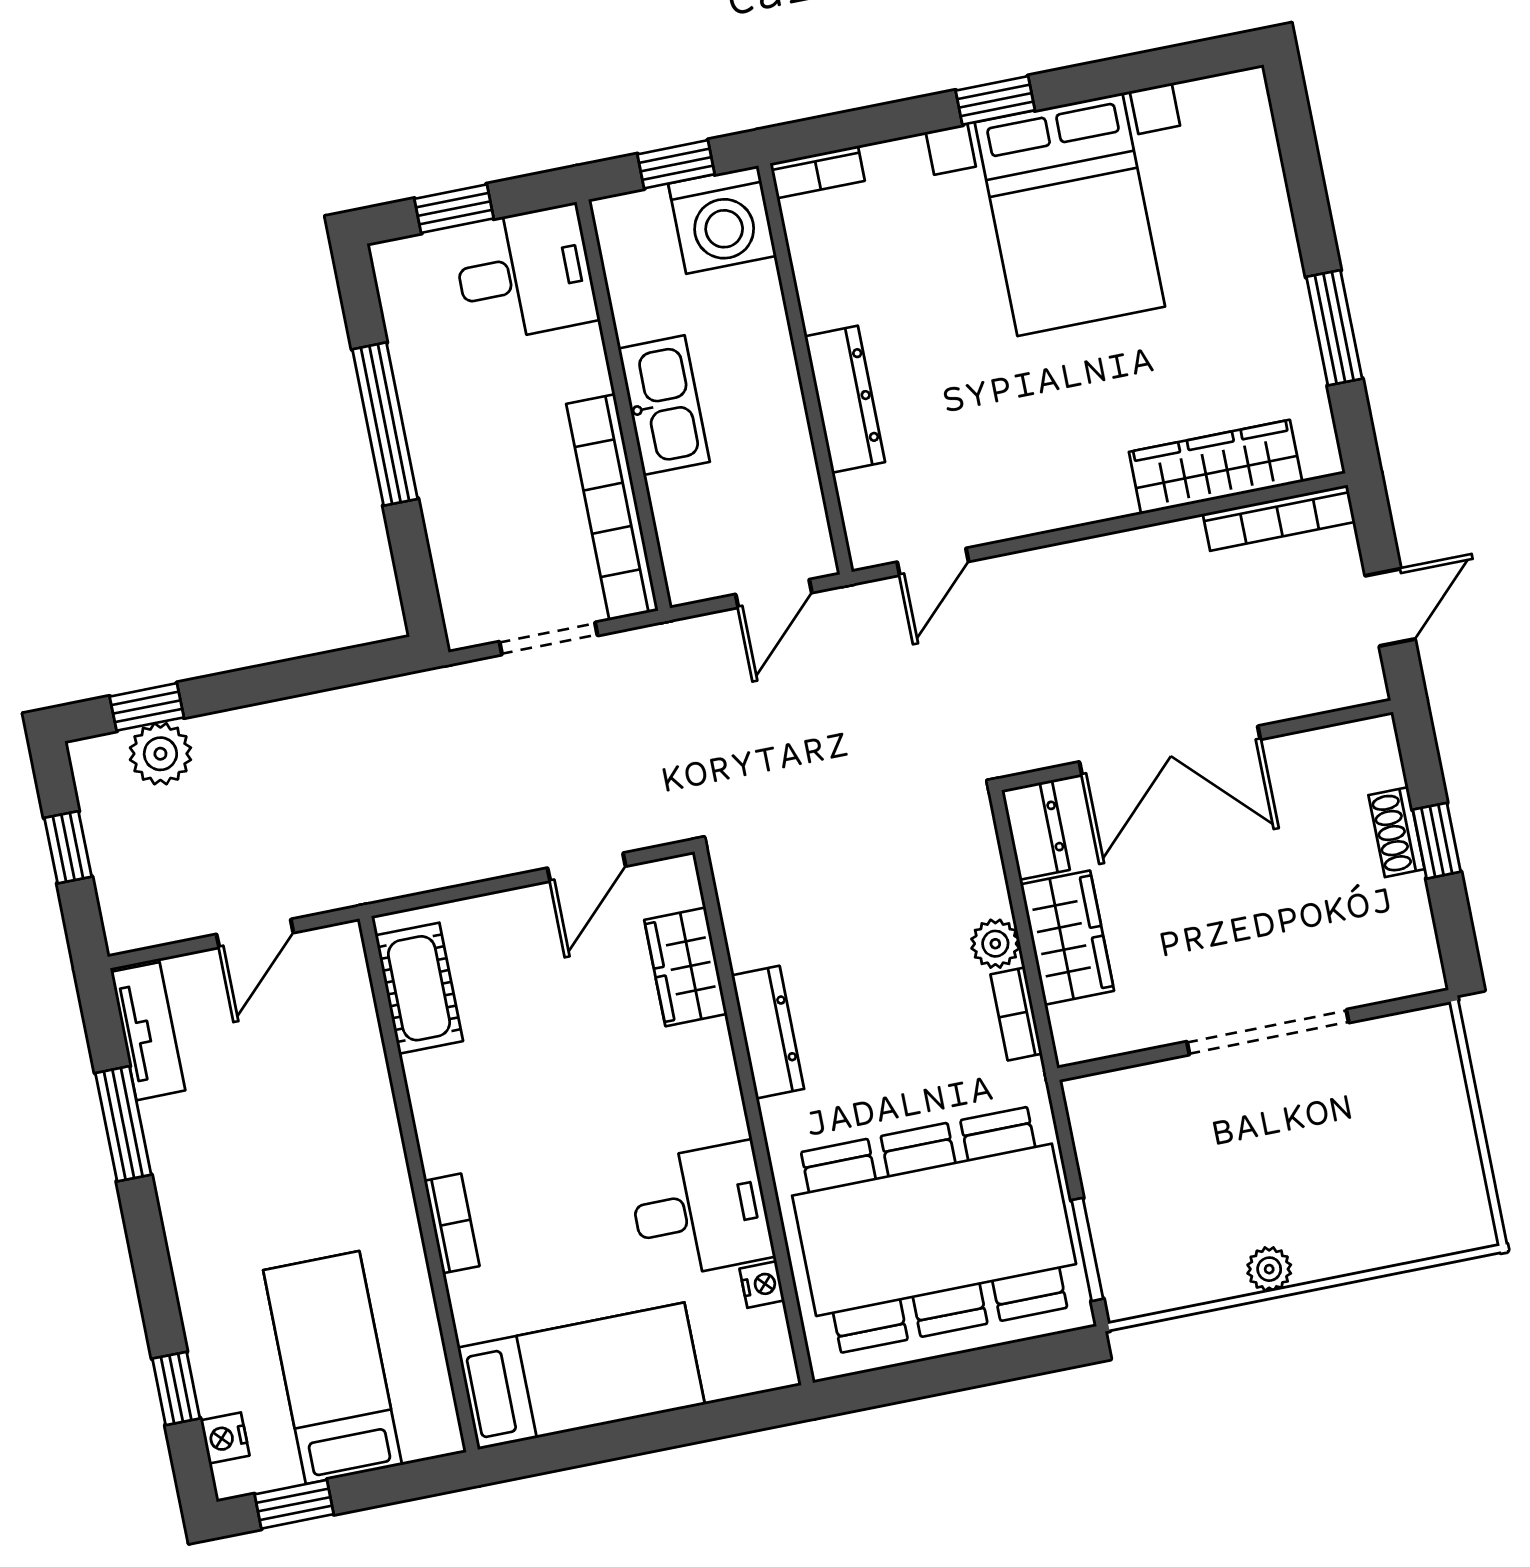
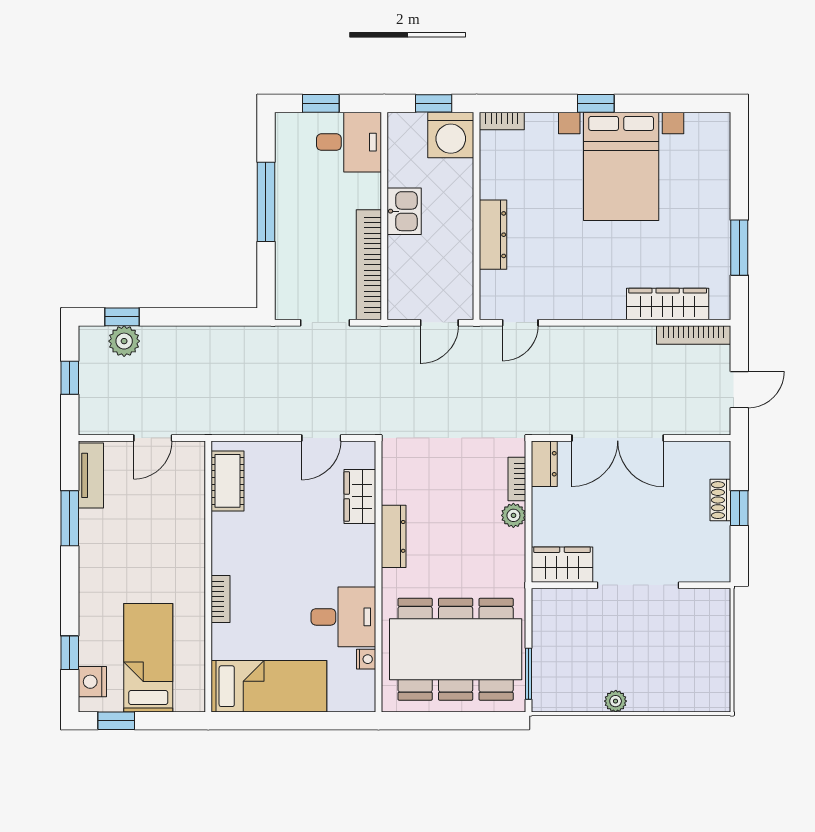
kitchen sink: (664, 405) -> (404, 211), width x0.73
wardrobe: (1067, 938) -> (562, 565), moved, turned -90
bookcase: (1016, 1014) -> (517, 479), moved
nightstand: (225, 1438) -> (92, 682), width x1.39, depth x1.35

